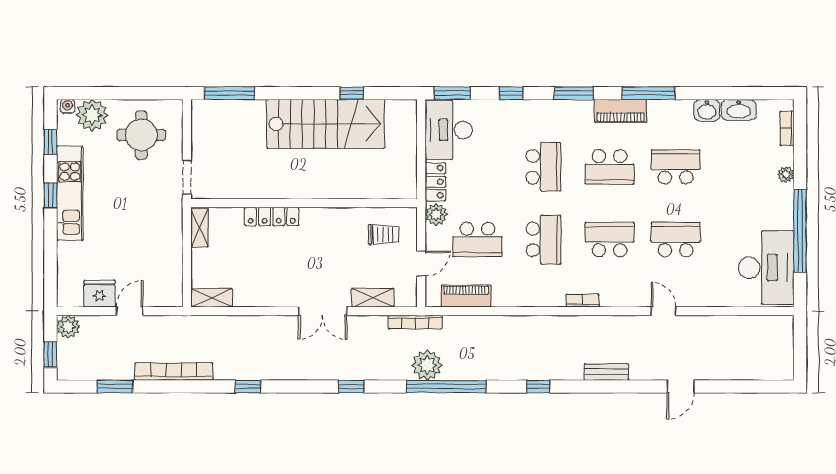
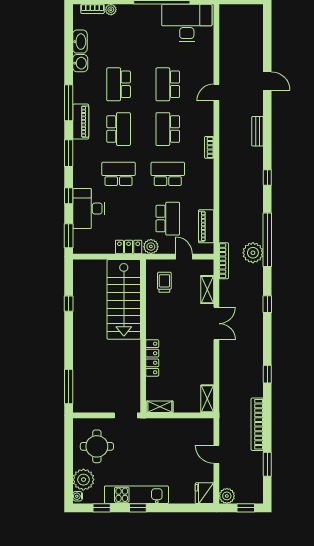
stairs: (326, 124) -> (124, 299), moved, turned 180
desk: (449, 130) -> (89, 209), moved, turned 90
plant: (786, 174) -> (111, 10), moved
fridge: (100, 294) -> (204, 493), moved

